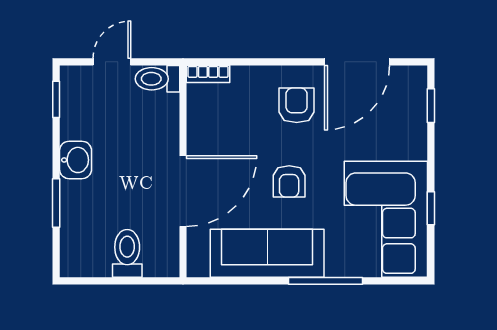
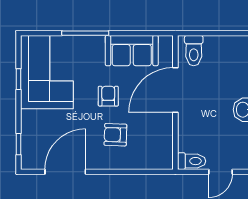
bookcase: (208, 74) -> (160, 164), removed
armchair: (297, 105) -> (115, 135), moved, turned 92
toilet: (127, 253) -> (194, 51), moved
sofa: (267, 253) -> (132, 51), width x0.73

